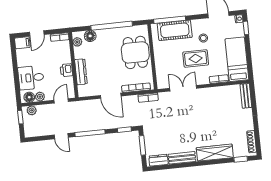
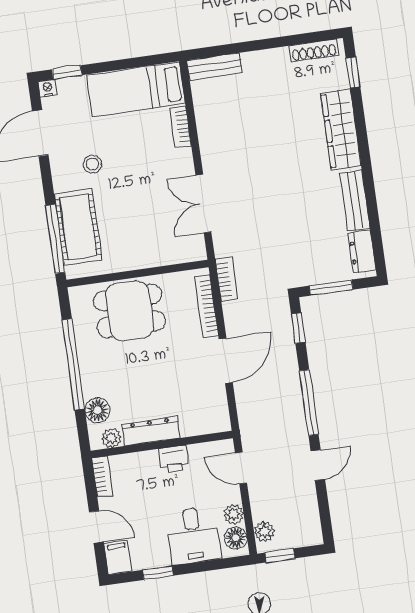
rug: (196, 58) -> (138, 179), removed
window: (15, 61) -> (158, 573), added
dresser: (81, 72) -> (151, 431), moved

